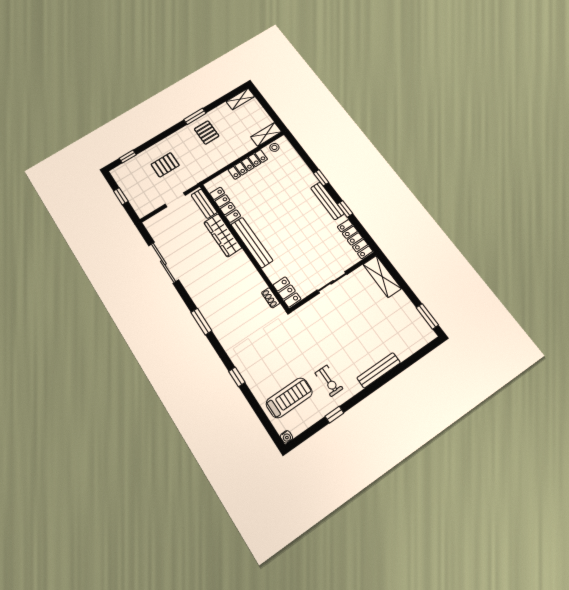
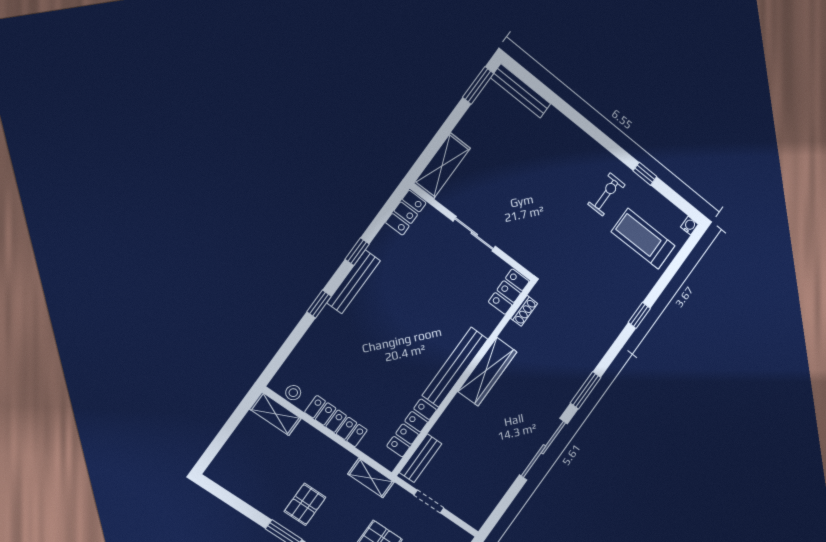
shelving: (240, 99) -> (371, 478), moved
wardrobe: (223, 235) -> (487, 372), moved
locker: (355, 239) -> (406, 213), width x0.66
sliding door: (163, 263) -> (543, 449), moved
bench: (379, 370) -> (521, 91), moved

